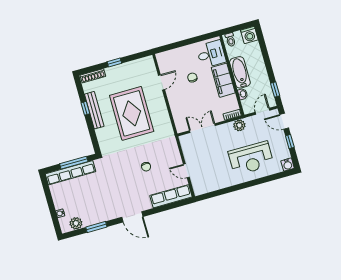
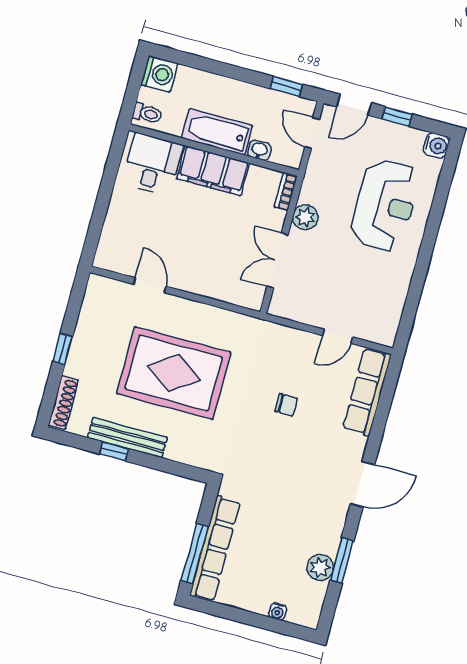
chair: (192, 78) -> (175, 224), removed
plant: (239, 125) -> (305, 217), moved
window: (74, 163) -> (195, 553), moved
plant: (76, 223) -> (320, 567), moved

